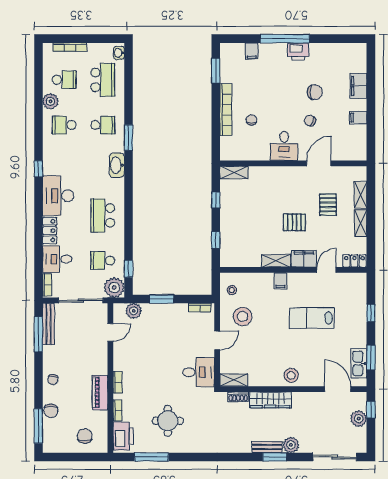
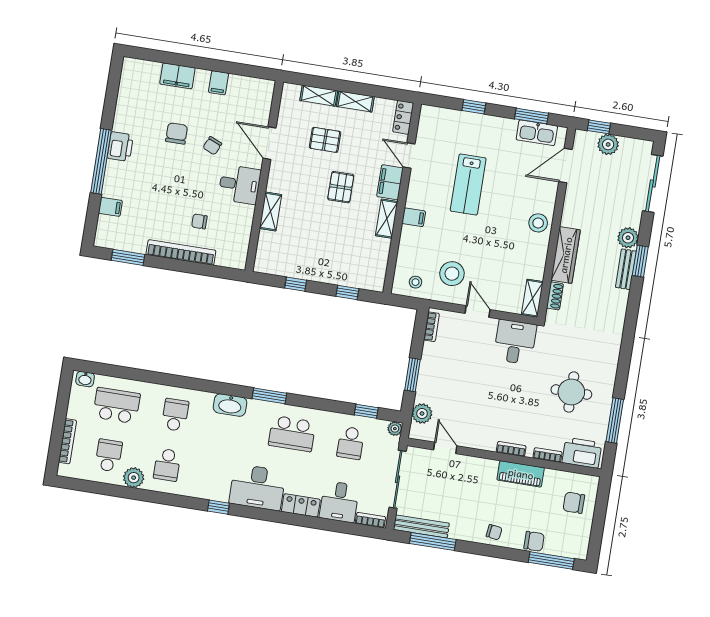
window: (128, 138) -> (269, 396), moved
shelving: (234, 172) -> (271, 212), moved
plant: (114, 288) -> (395, 429), width x0.53, depth x0.53

